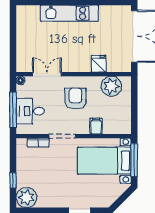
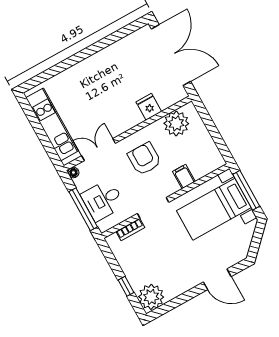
kitchen unit: (69, 13) -> (52, 124), moved, turned -90

